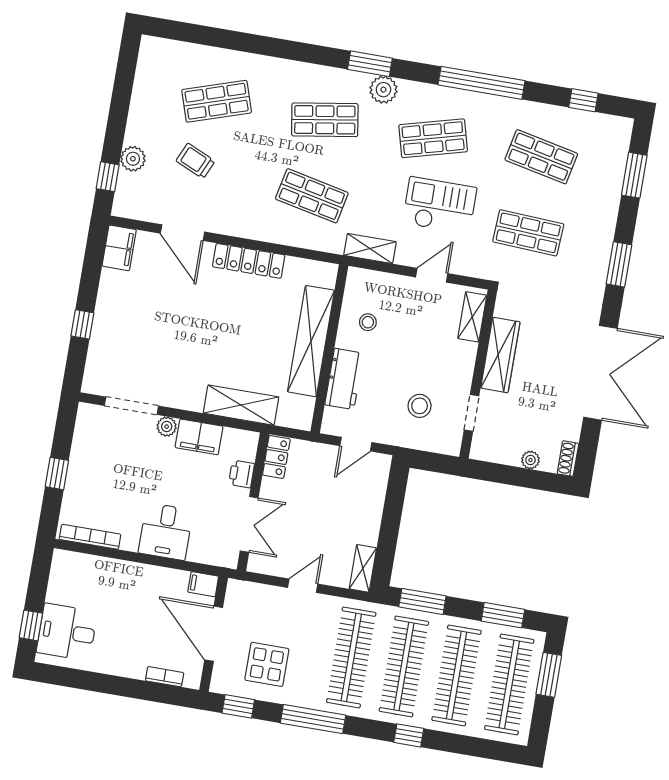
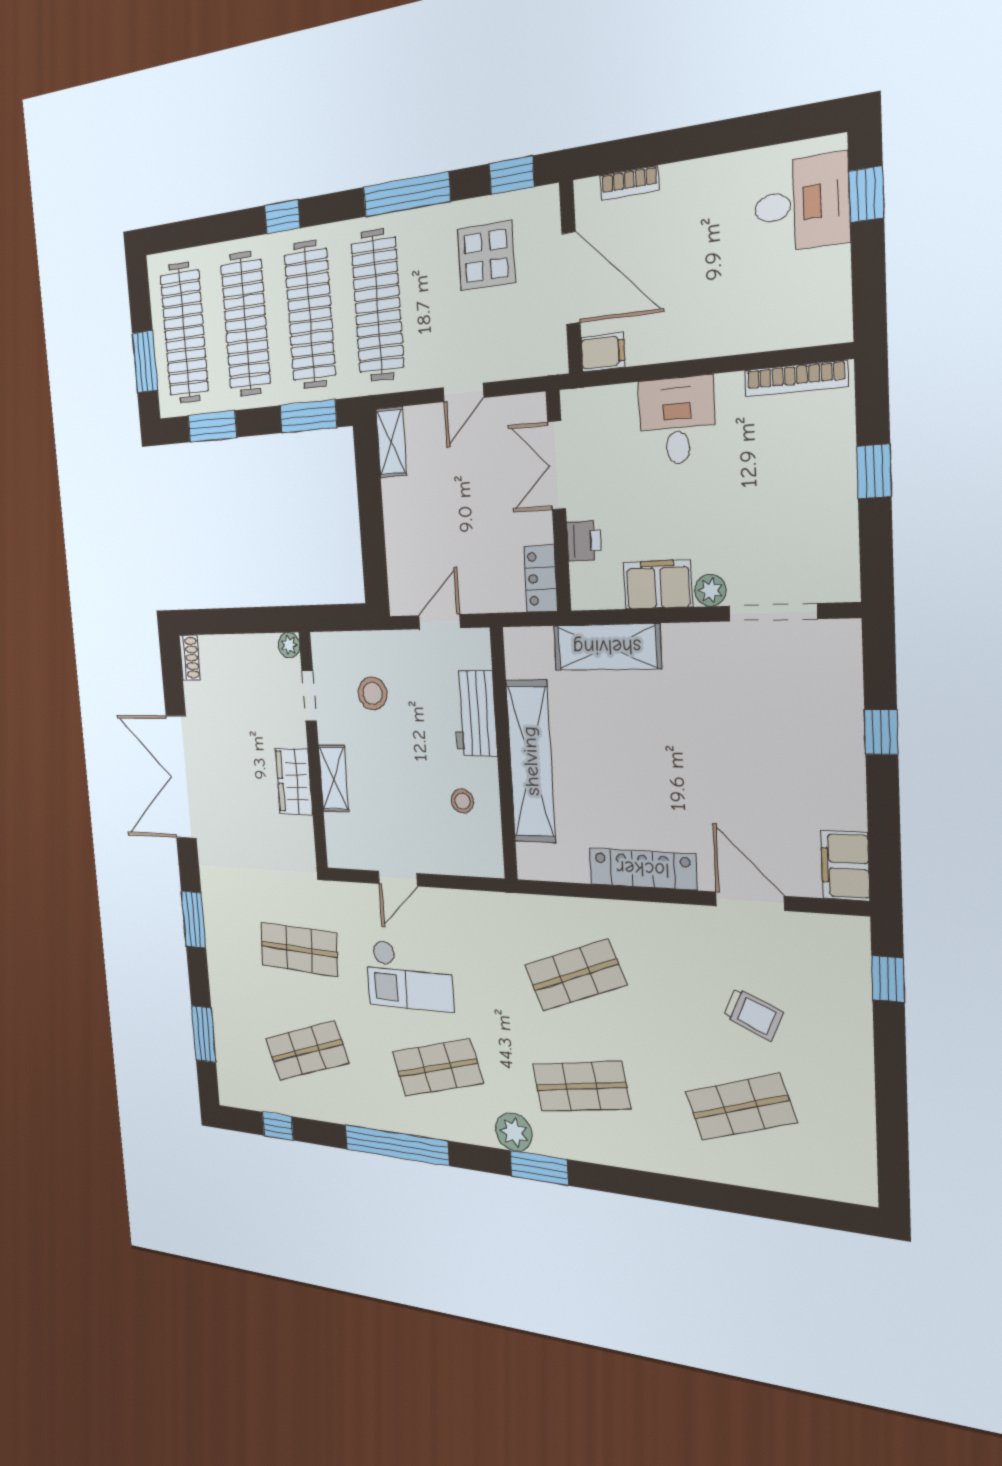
shop shelf: (541, 157) -> (307, 1051), turned -30
plant: (133, 159) -> (852, 1011), removed
shop shelf: (312, 196) -> (575, 975), turned -33
shelving: (370, 249) -> (482, 907), removed
shelving: (472, 317) -> (334, 778), moved
wardrobe: (500, 355) -> (294, 781), width x0.67
plant: (530, 460) -> (289, 645), moved

